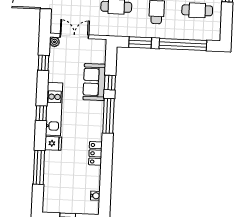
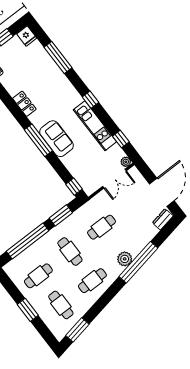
sofa: (94, 82) -> (56, 139), moved
window: (110, 83) -> (74, 187), moved
kitchen unit: (54, 109) -> (95, 126), moved
fridge: (53, 143) -> (27, 36), moved, turned -90

